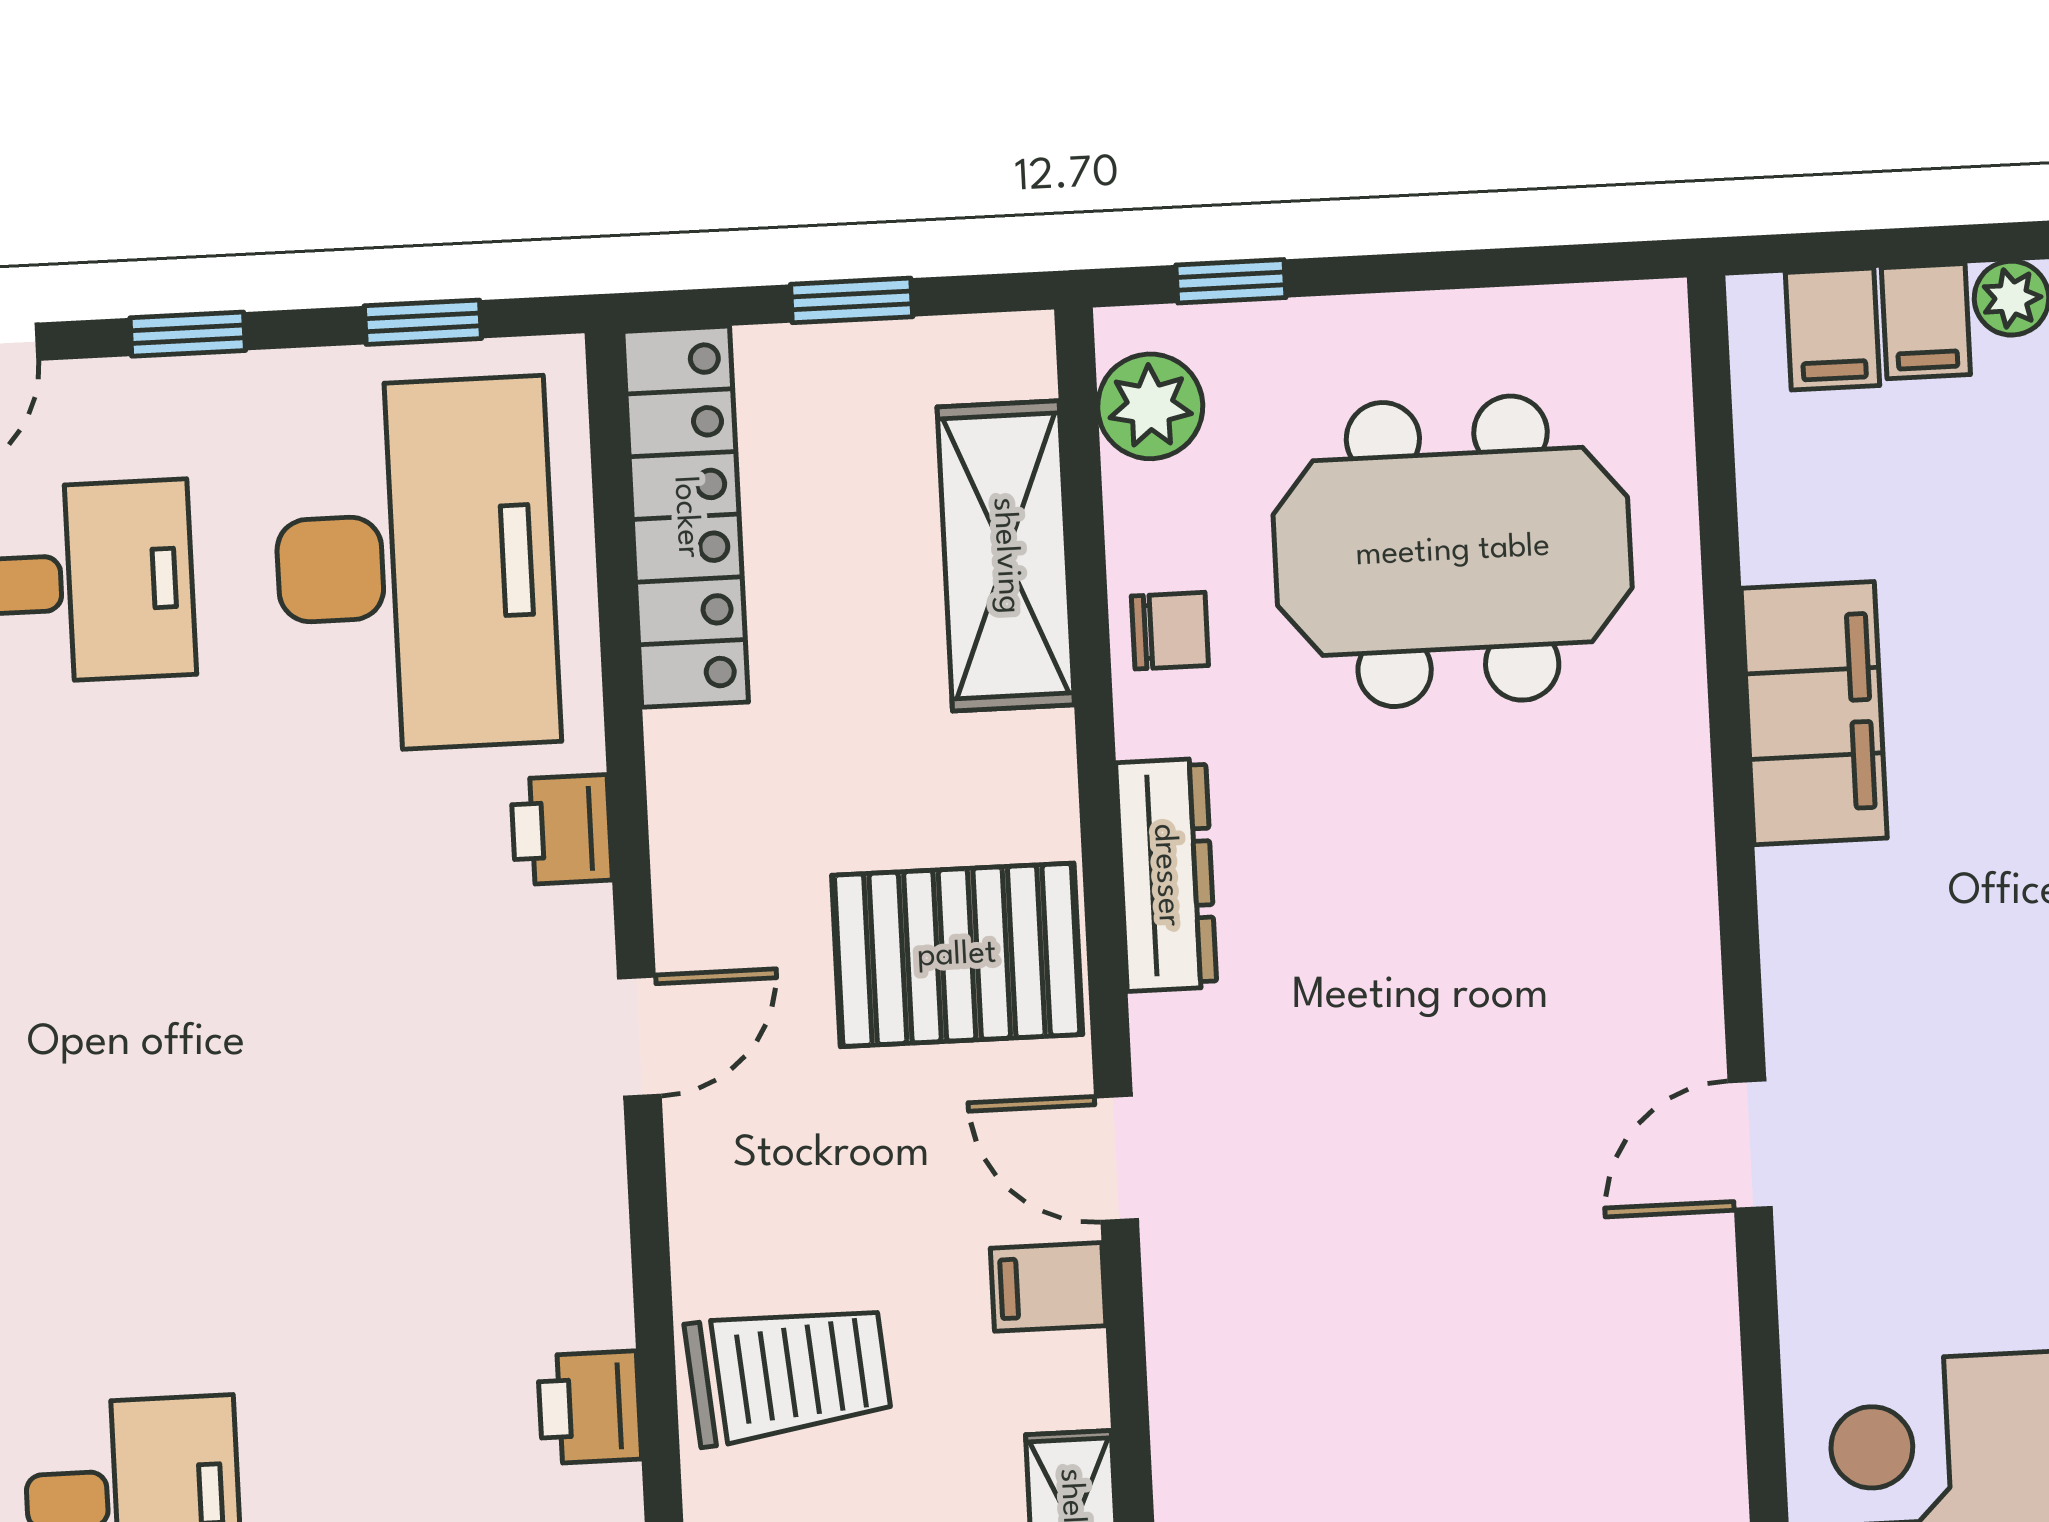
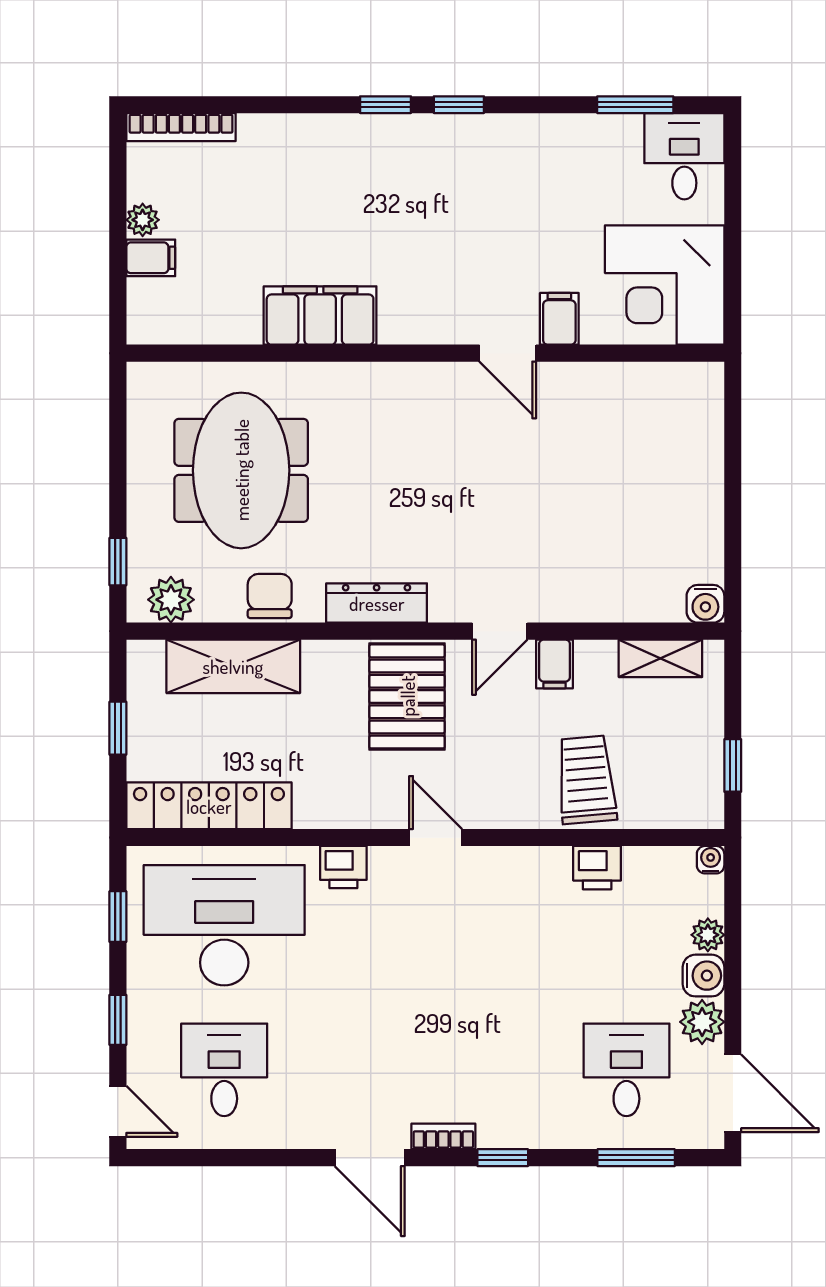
filing cabinet: (1833, 329) -> (559, 319), moved, turned -90
chair: (1170, 631) -> (270, 596), width x1.37, depth x1.37

